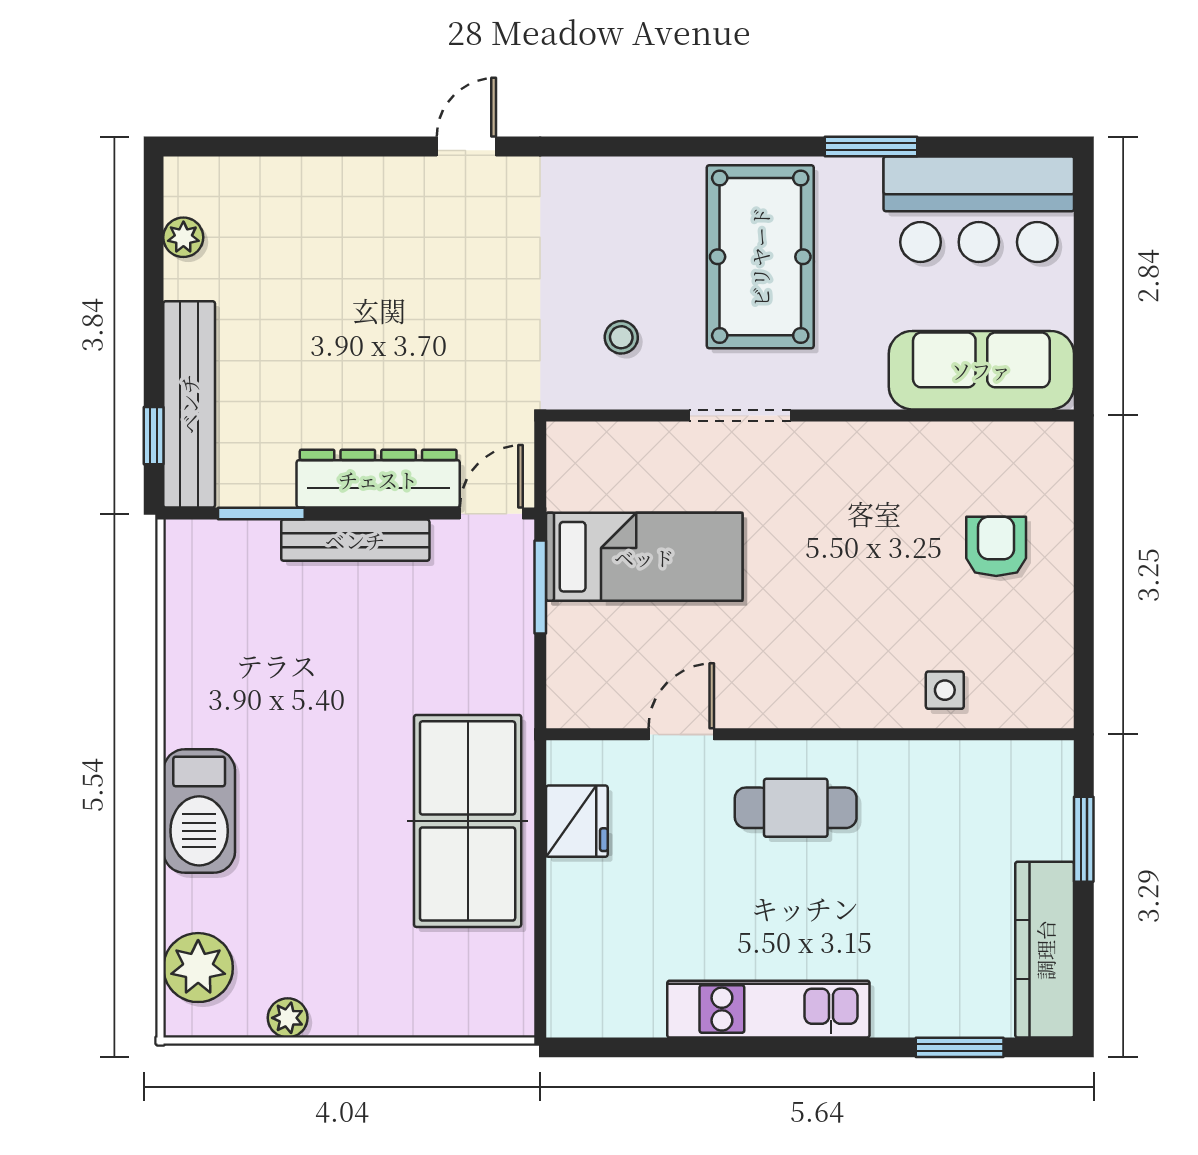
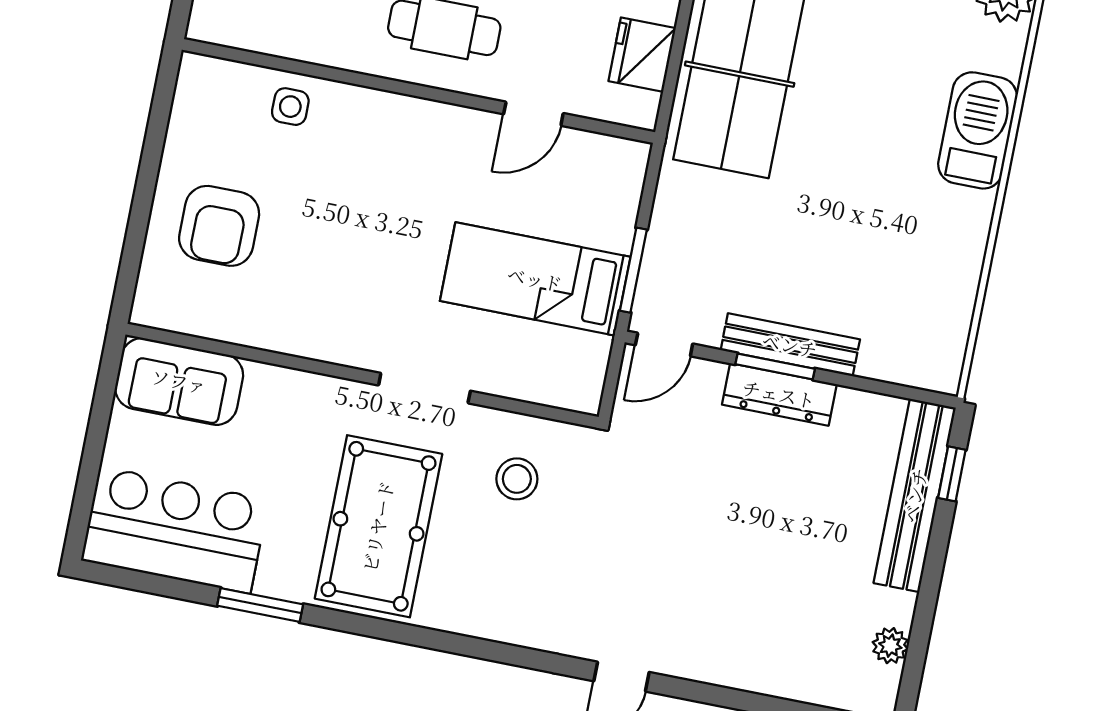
stool: (621, 337) -> (517, 479), width x1.37, depth x1.37
sofa: (981, 370) -> (179, 381), width x0.73
dresser: (378, 479) -> (779, 394), width x0.73, depth x0.80
window: (261, 514) -> (775, 366), moved
armchair: (996, 546) -> (219, 226), width x1.38, depth x1.38

